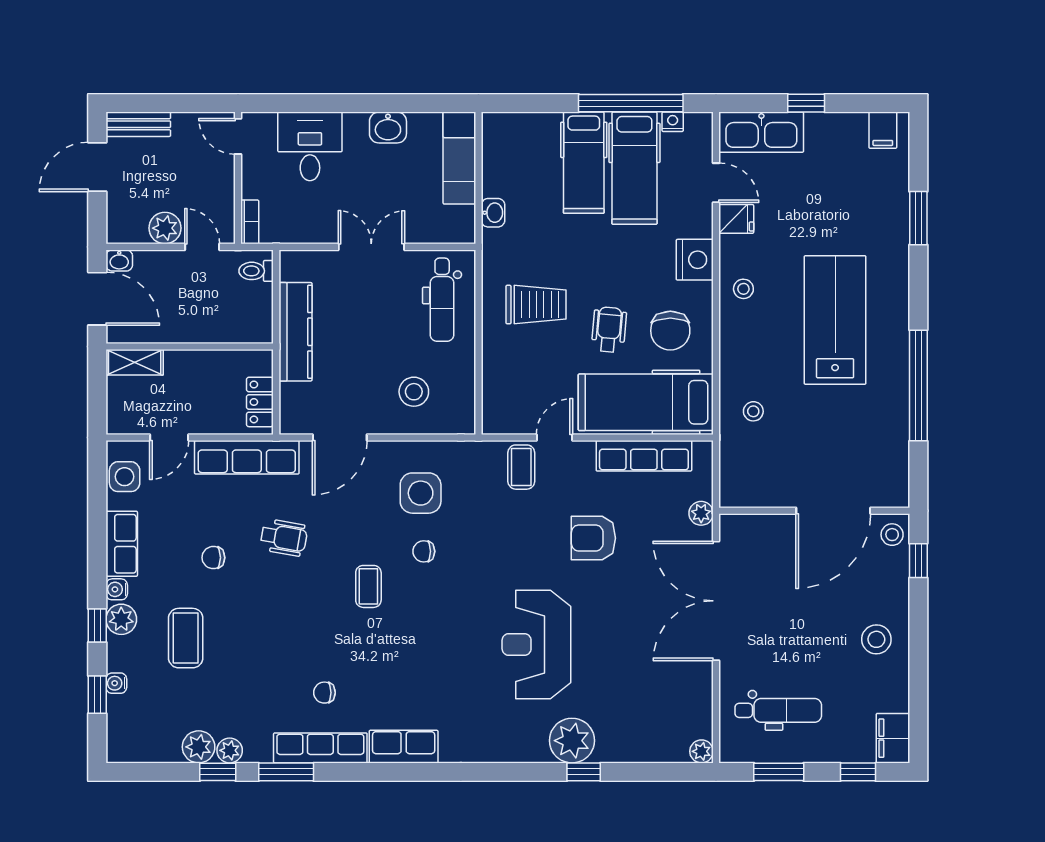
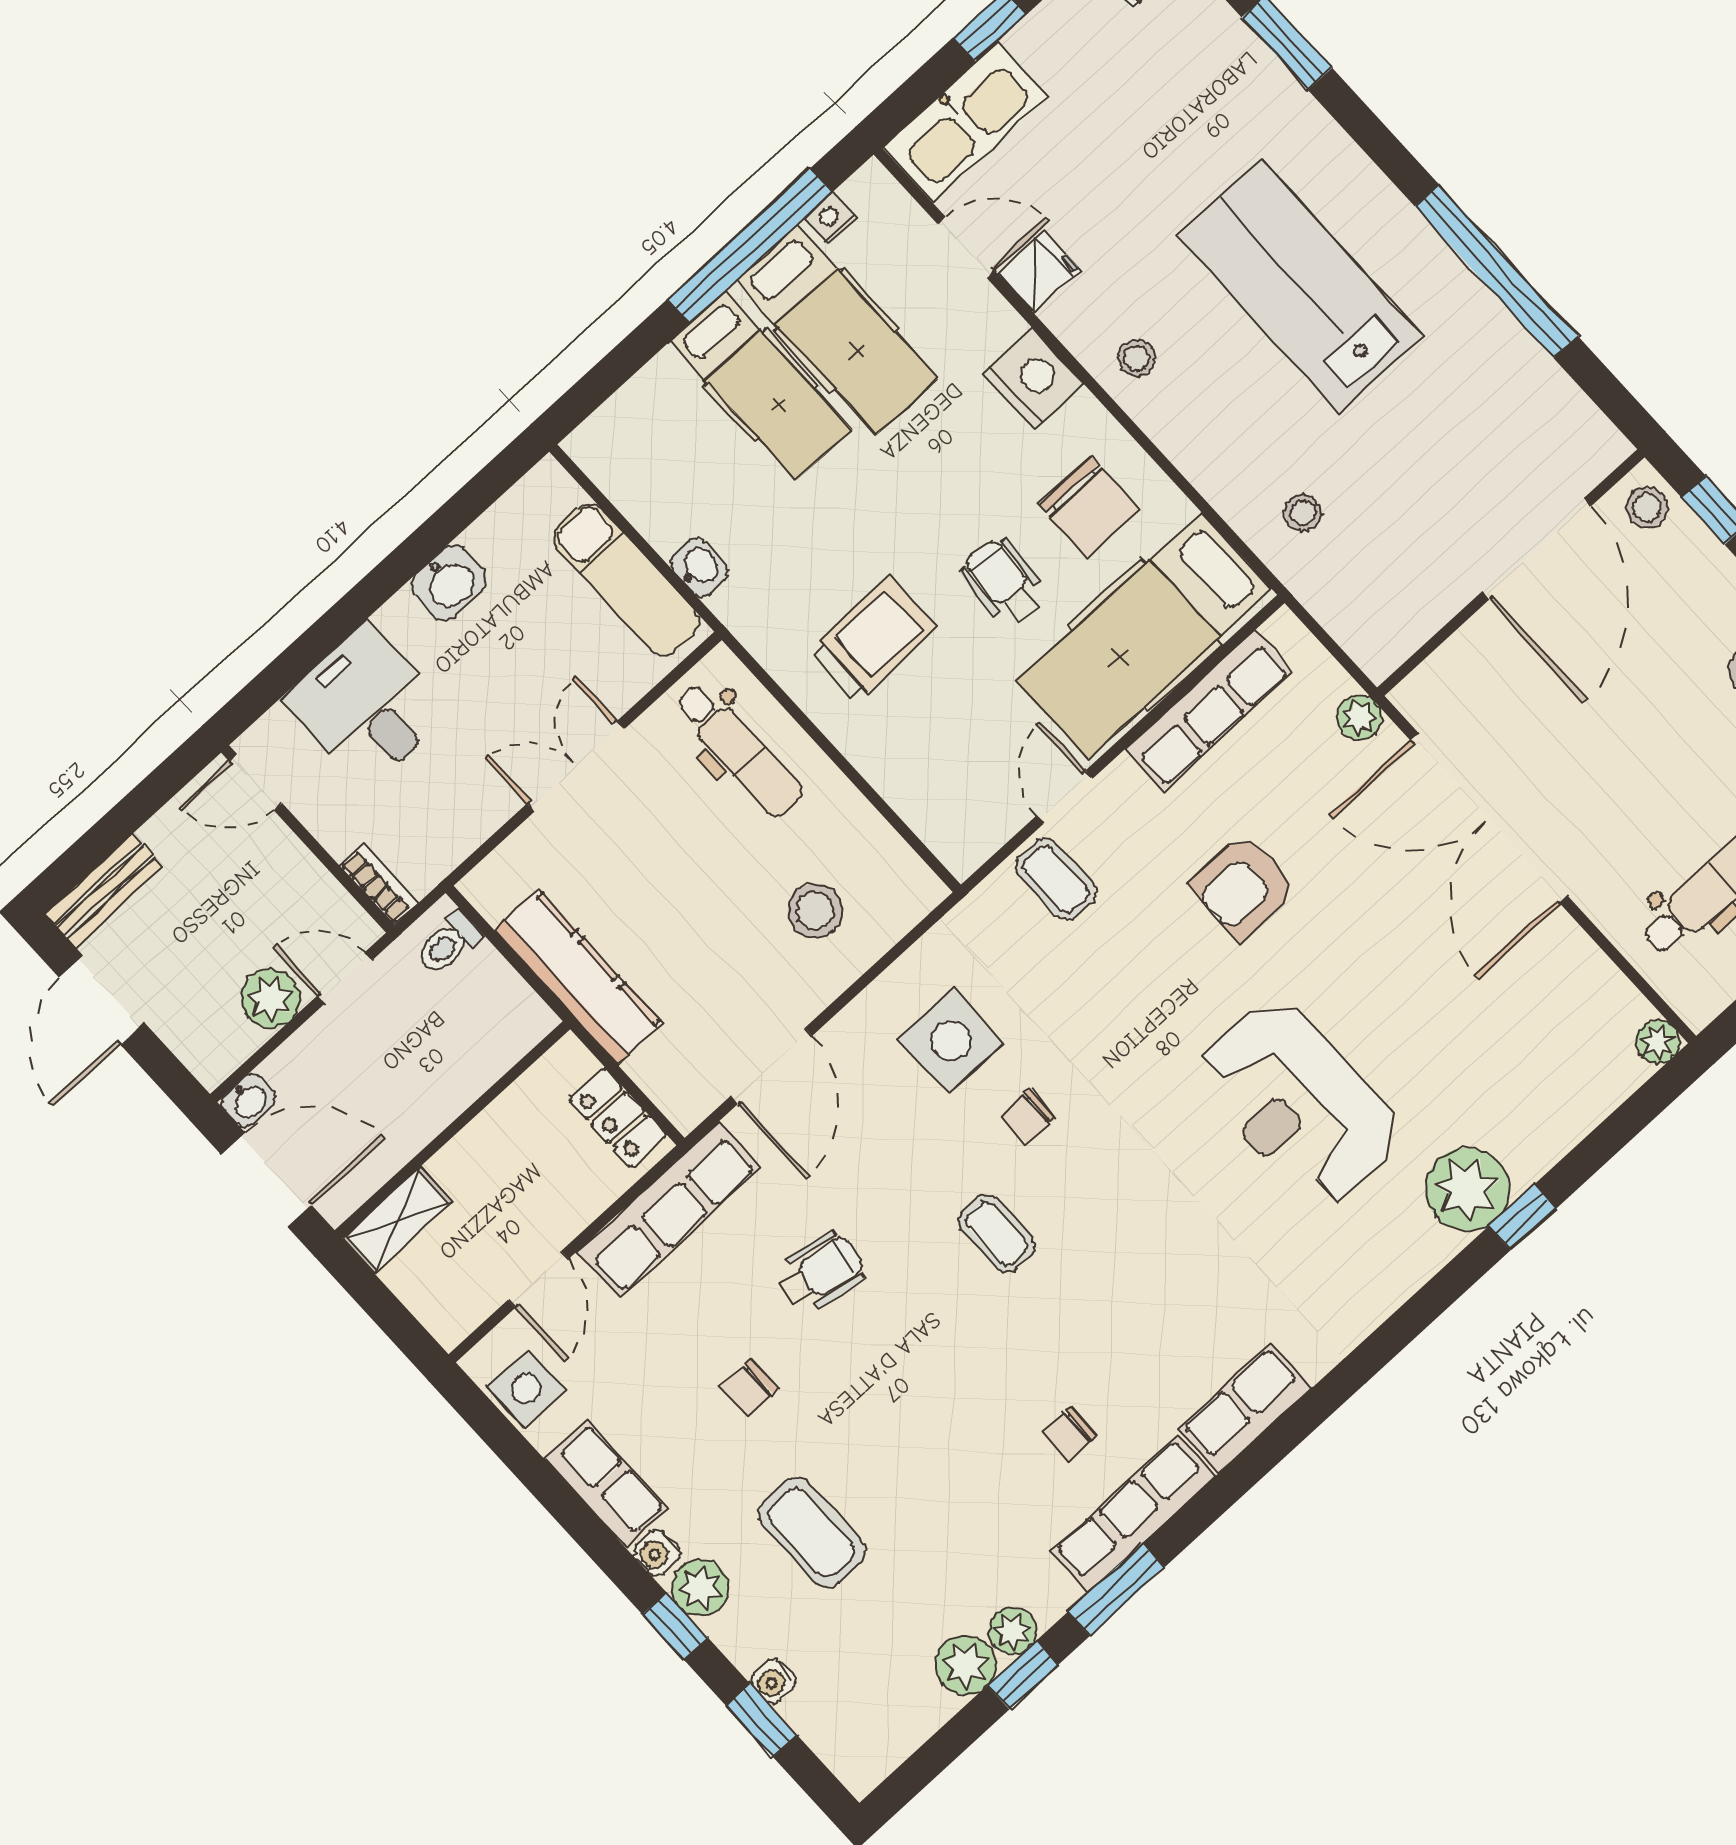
exam couch: (459, 158) -> (626, 580), moved

